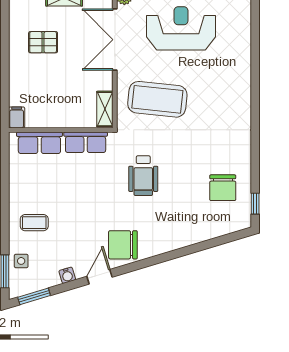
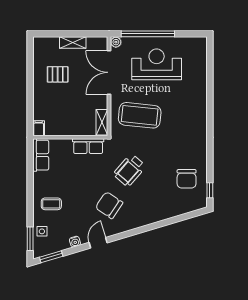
row of seats: (39, 143) -> (41, 155), moved, turned -90
wheelchair: (143, 176) -> (130, 170), turned 41
chair: (123, 245) -> (109, 205), moved, turned 34

